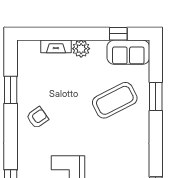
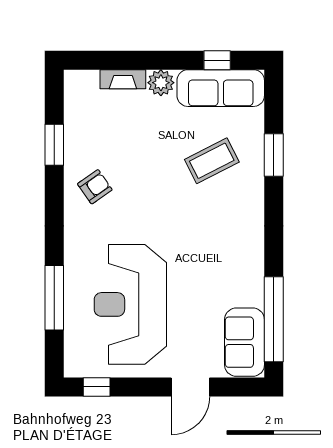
sofa: (128, 52) -> (221, 88), width x1.36
coffee table: (115, 100) -> (212, 161), width x0.73, depth x0.76

